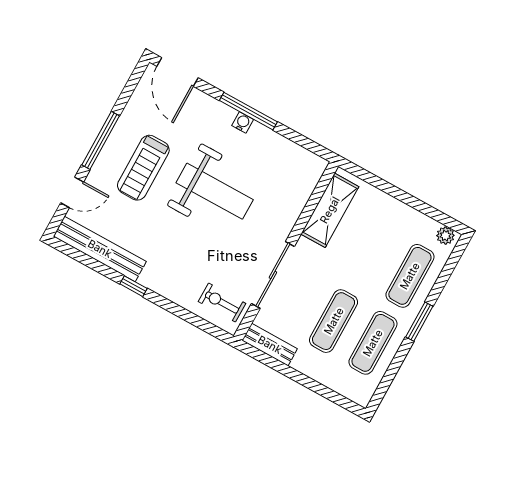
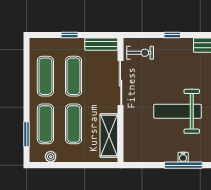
plant: (445, 236) -> (51, 157), moved
exercise mat: (370, 254) -> (74, 124), added
window: (134, 286) -> (172, 35), moved
window: (419, 322) -> (27, 134), moved
window: (307, 382) -> (70, 35), added

